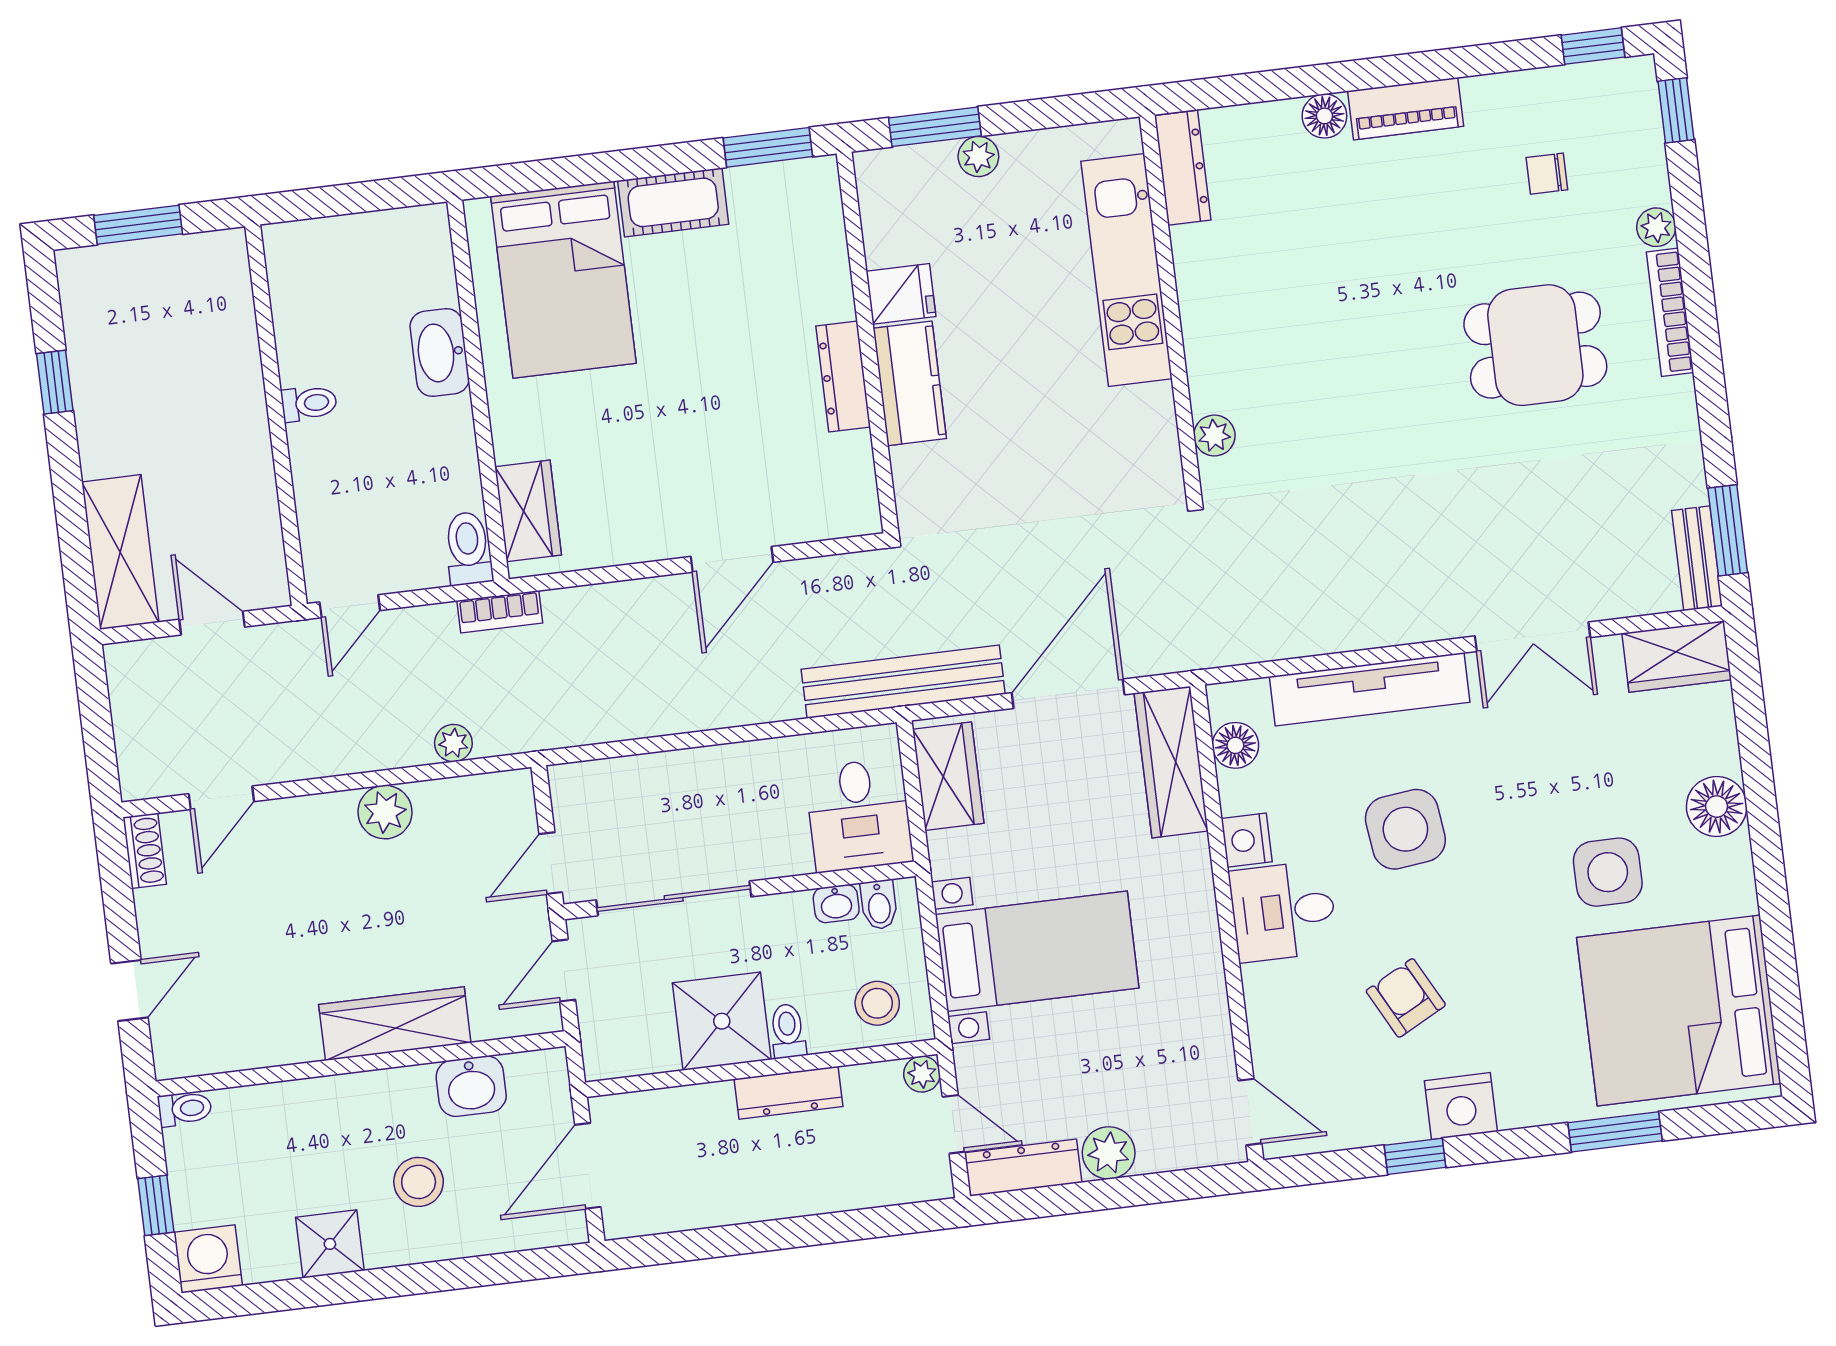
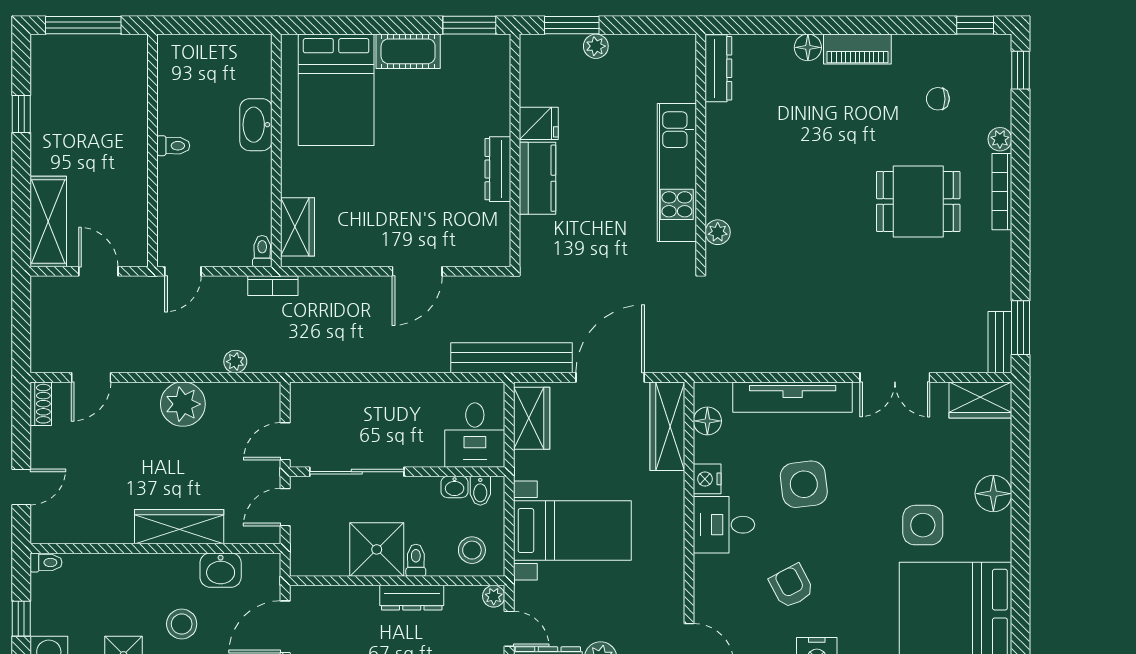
window: (138, 225) -> (83, 25), width x1.44
kitchen unit: (1126, 270) -> (677, 173), moved
toilet: (468, 548) -> (262, 251), width x0.73, depth x0.72
plant: (385, 812) -> (183, 404), width x1.36, depth x1.36

